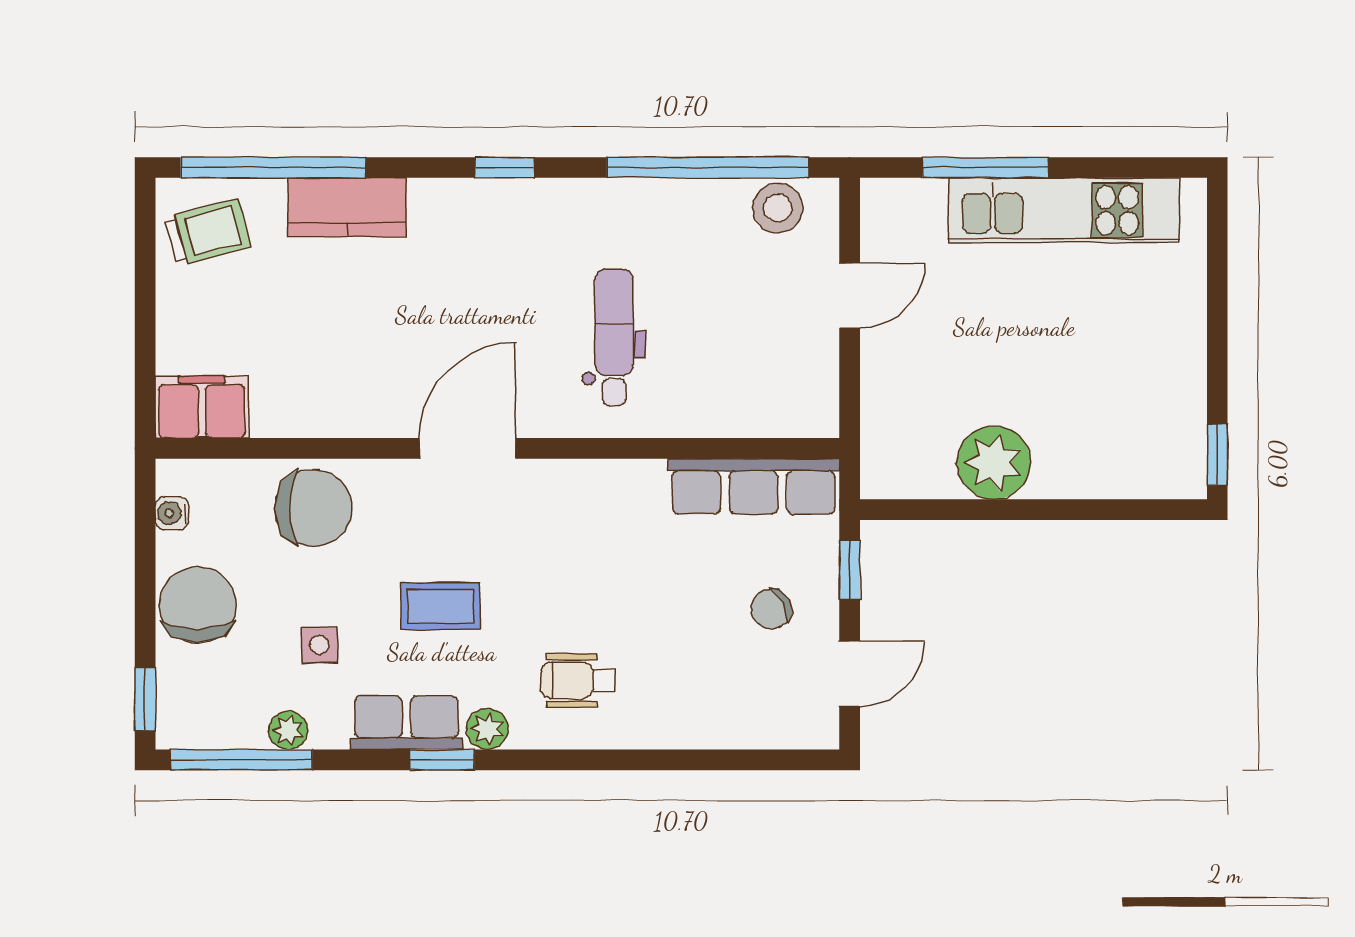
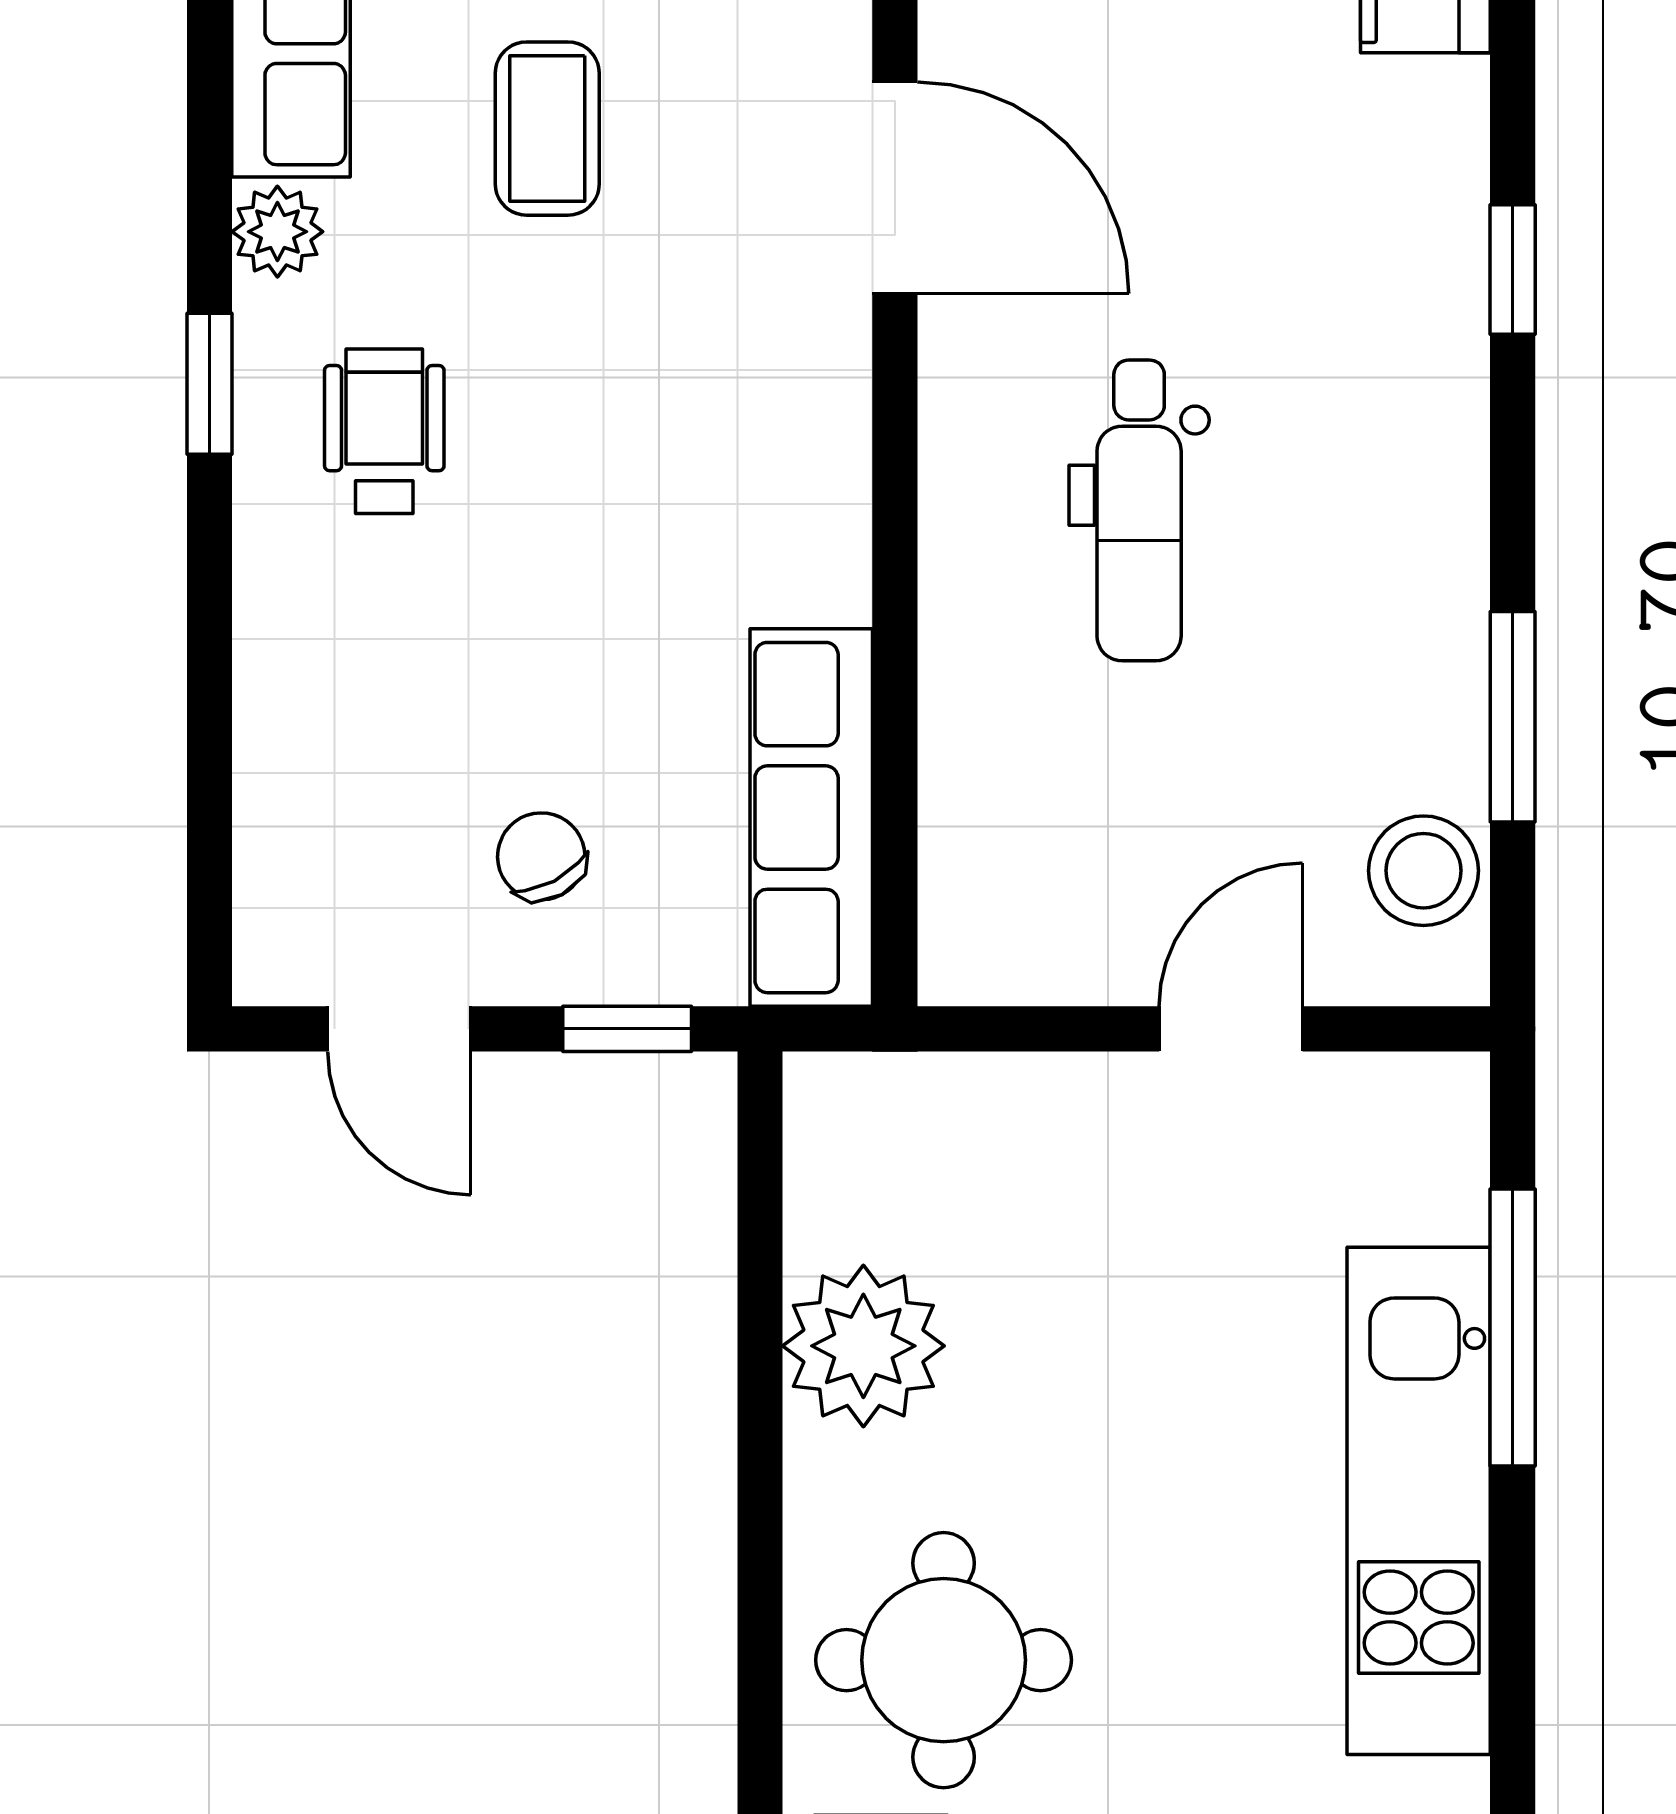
window: (708, 168) -> (1513, 717), width x0.47
door: (850, 296) -> (1231, 1029), swing flipped
dental chair: (614, 337) -> (1139, 510), turned 90
round table: (1137, 426) -> (944, 1660), added
window: (442, 760) -> (209, 384), moved

